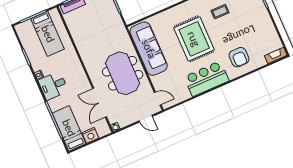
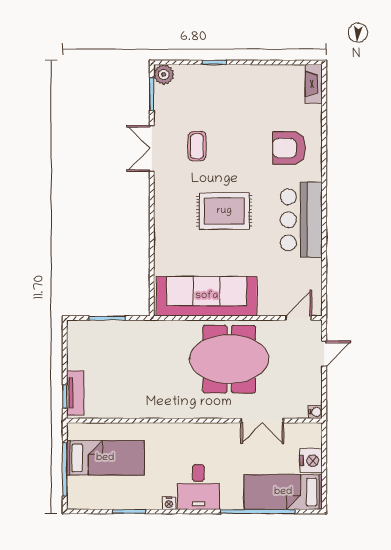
rug: (194, 39) -> (224, 211), width x0.73, depth x0.69
armchair: (239, 57) -> (289, 148), turned 180
double door: (100, 103) -> (262, 421), width x0.73

